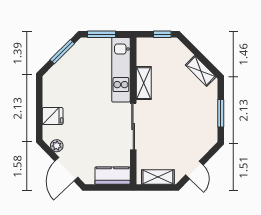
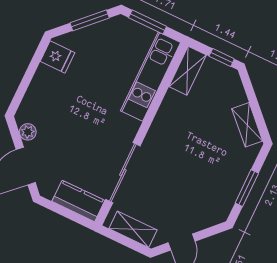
shelving: (144, 83) -> (188, 71), moved
fridge: (53, 116) -> (57, 57), moved
sliding door: (133, 126) -> (123, 173), moved

